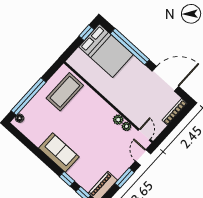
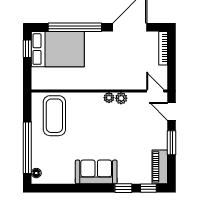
plant: (126, 126) -> (109, 98), moved

